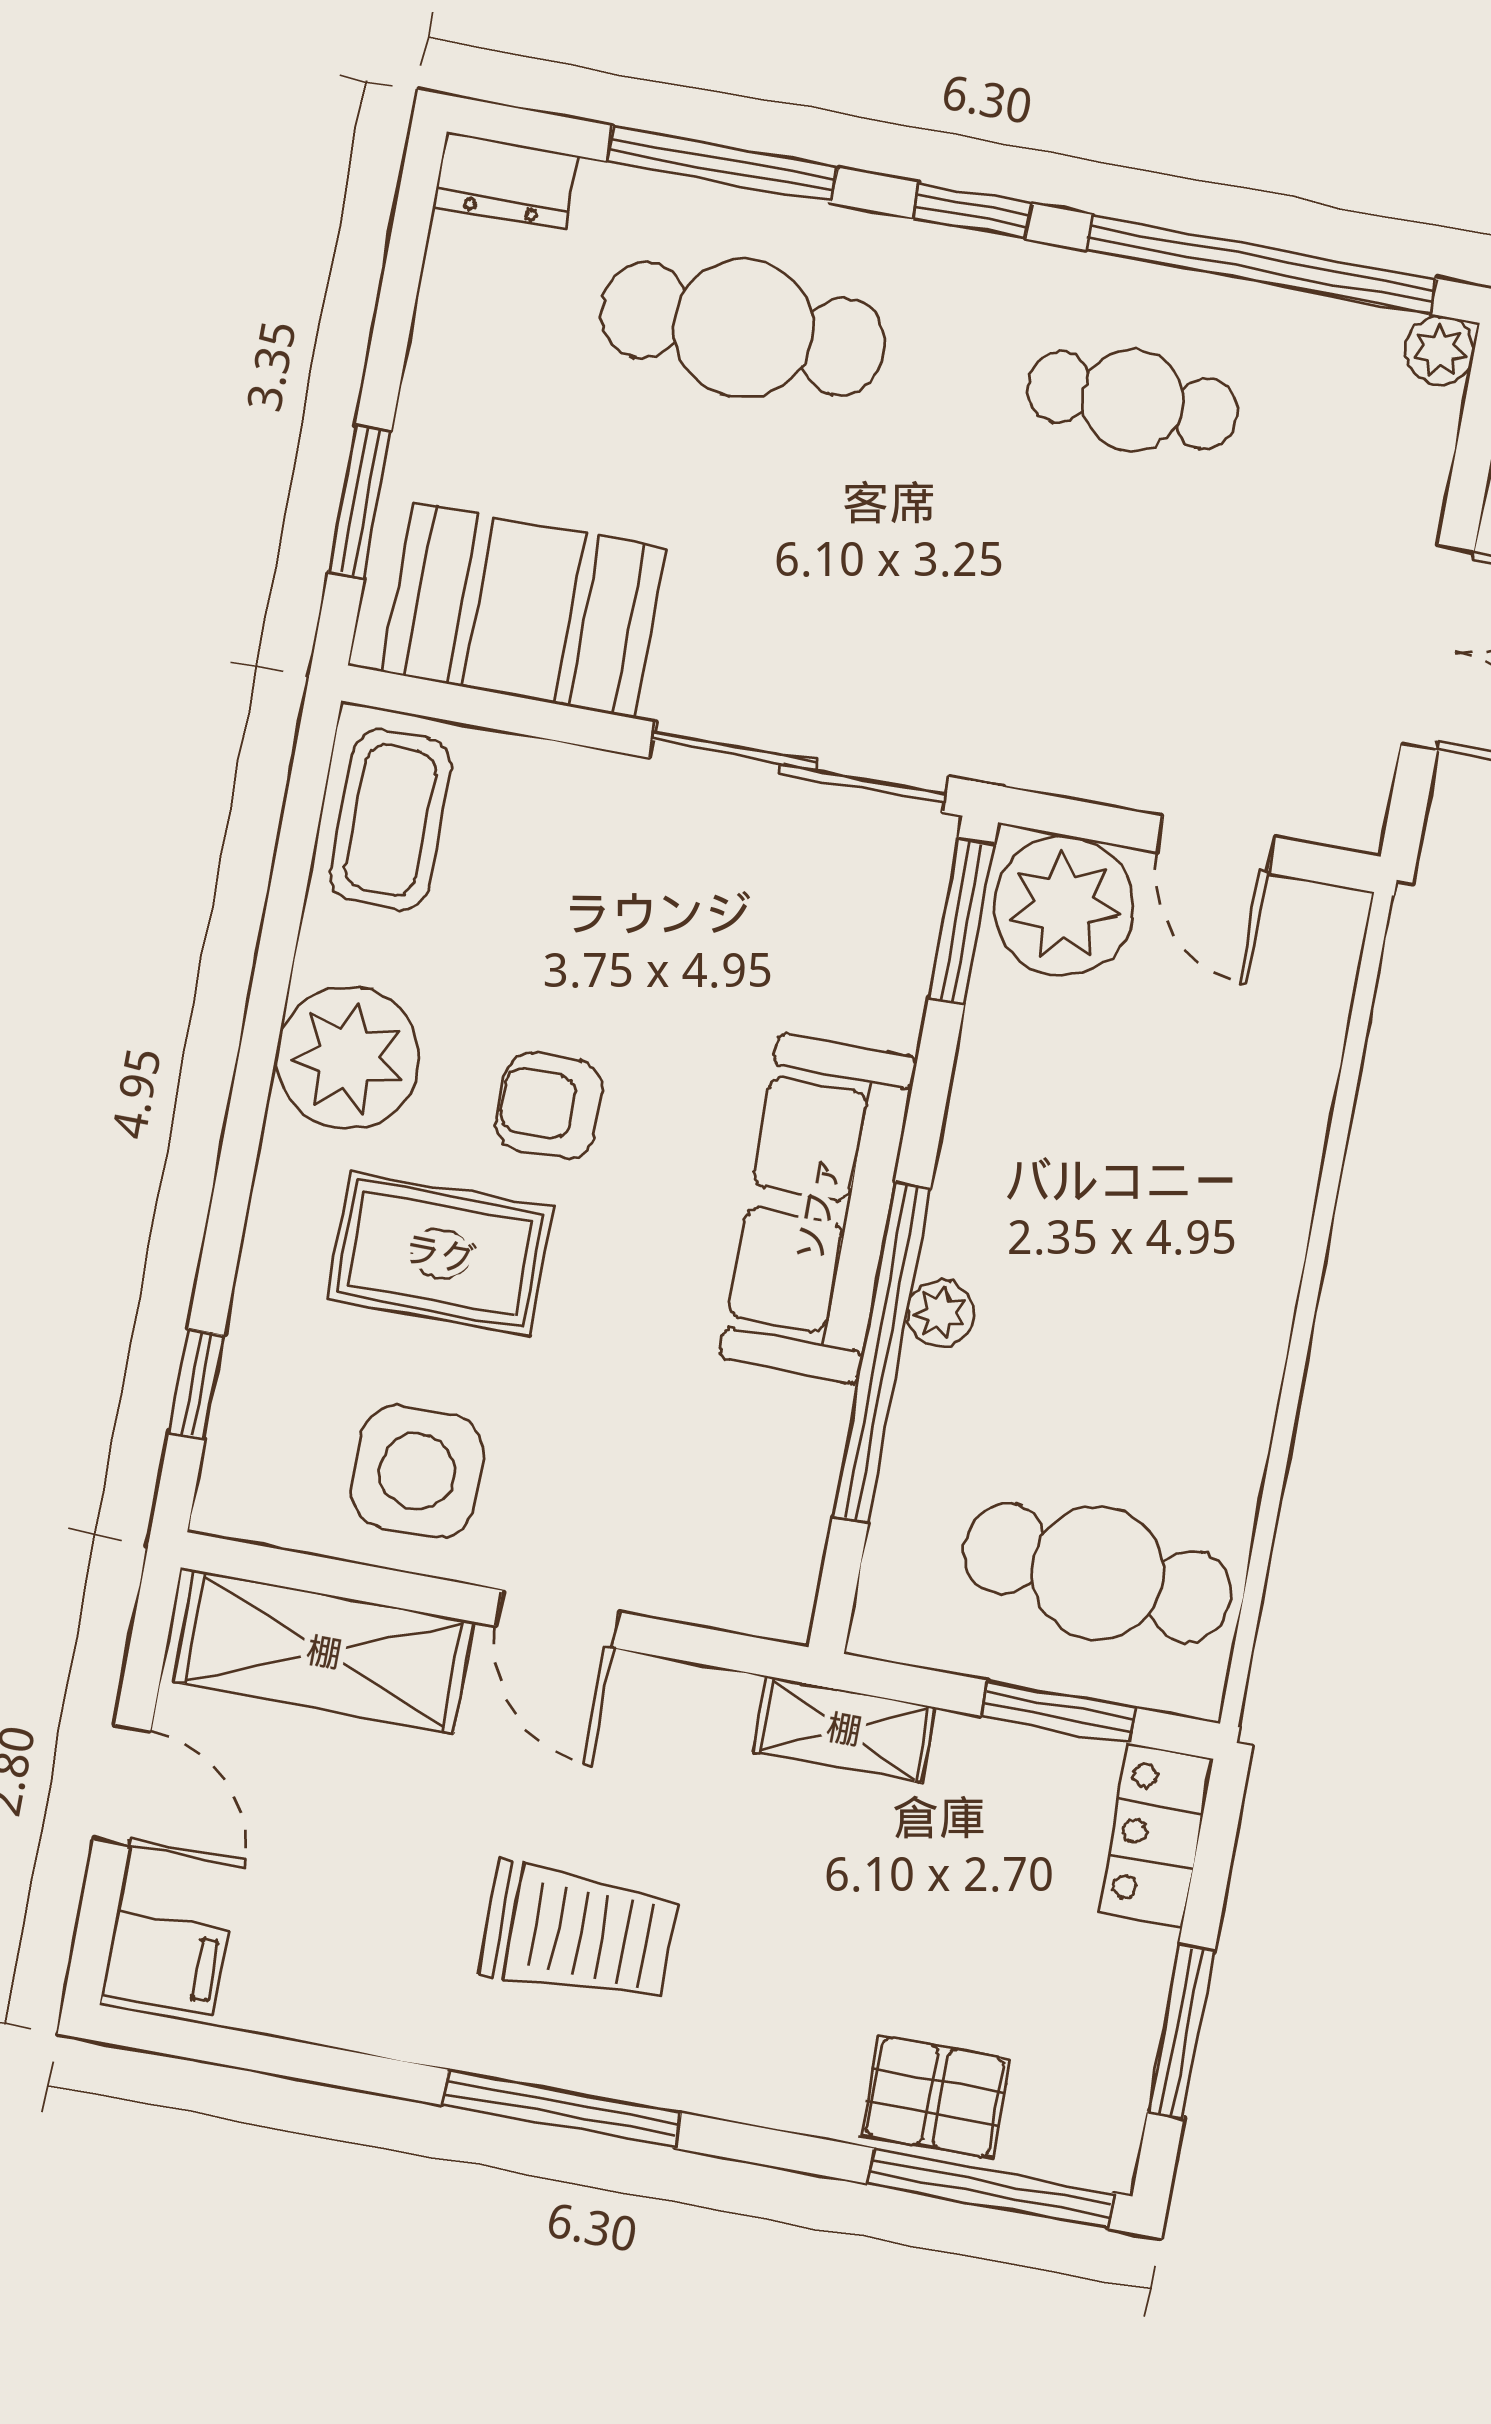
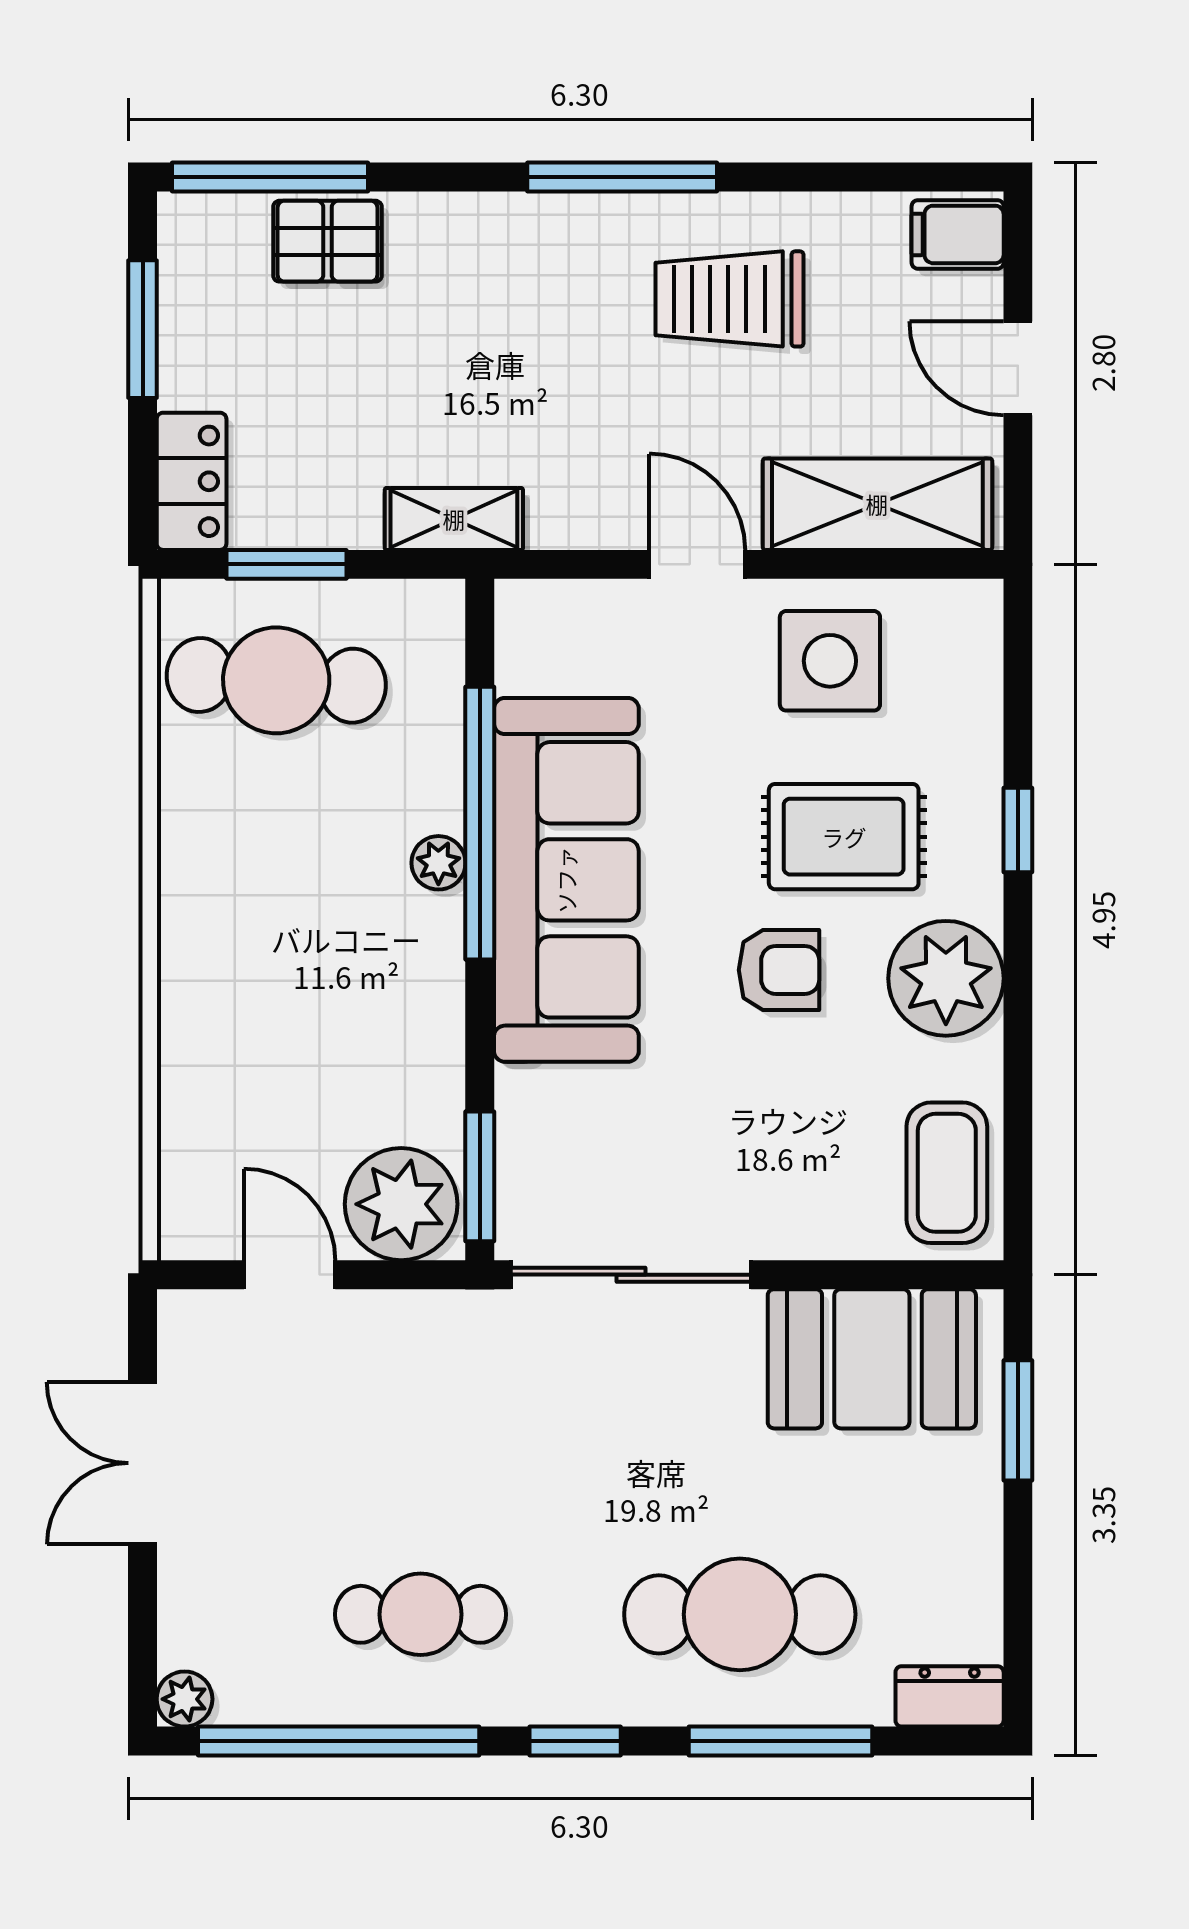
sofa: (818, 1208) -> (566, 880), width x1.36, depth x1.27
window: (196, 1384) -> (1018, 830), moved
trolley: (579, 1933) -> (730, 299), moved

